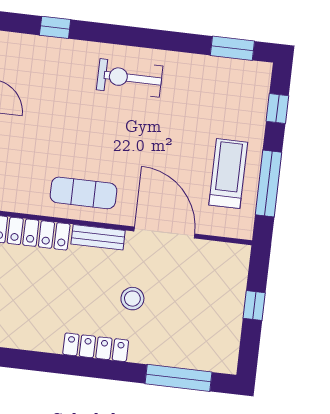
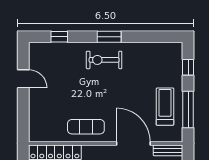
window: (232, 48) -> (109, 37), moved
bench: (98, 237) -> (168, 150), moved

